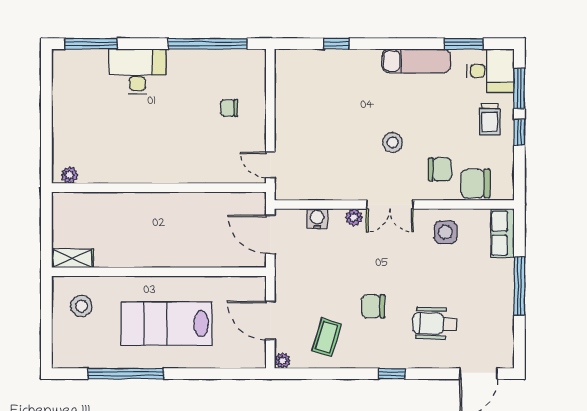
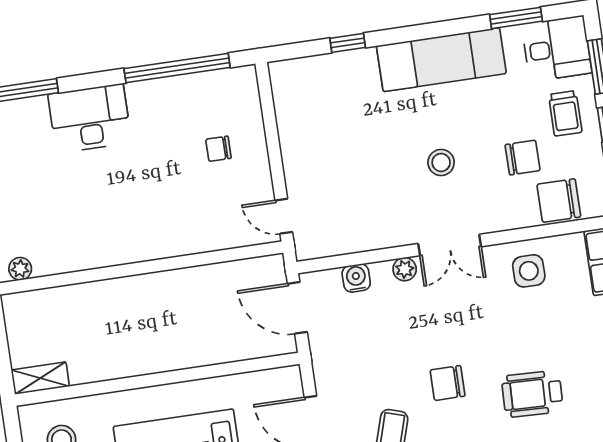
exam couch: (416, 61) -> (441, 60), width x1.36, depth x1.45
chair: (440, 169) -> (523, 158), moved

